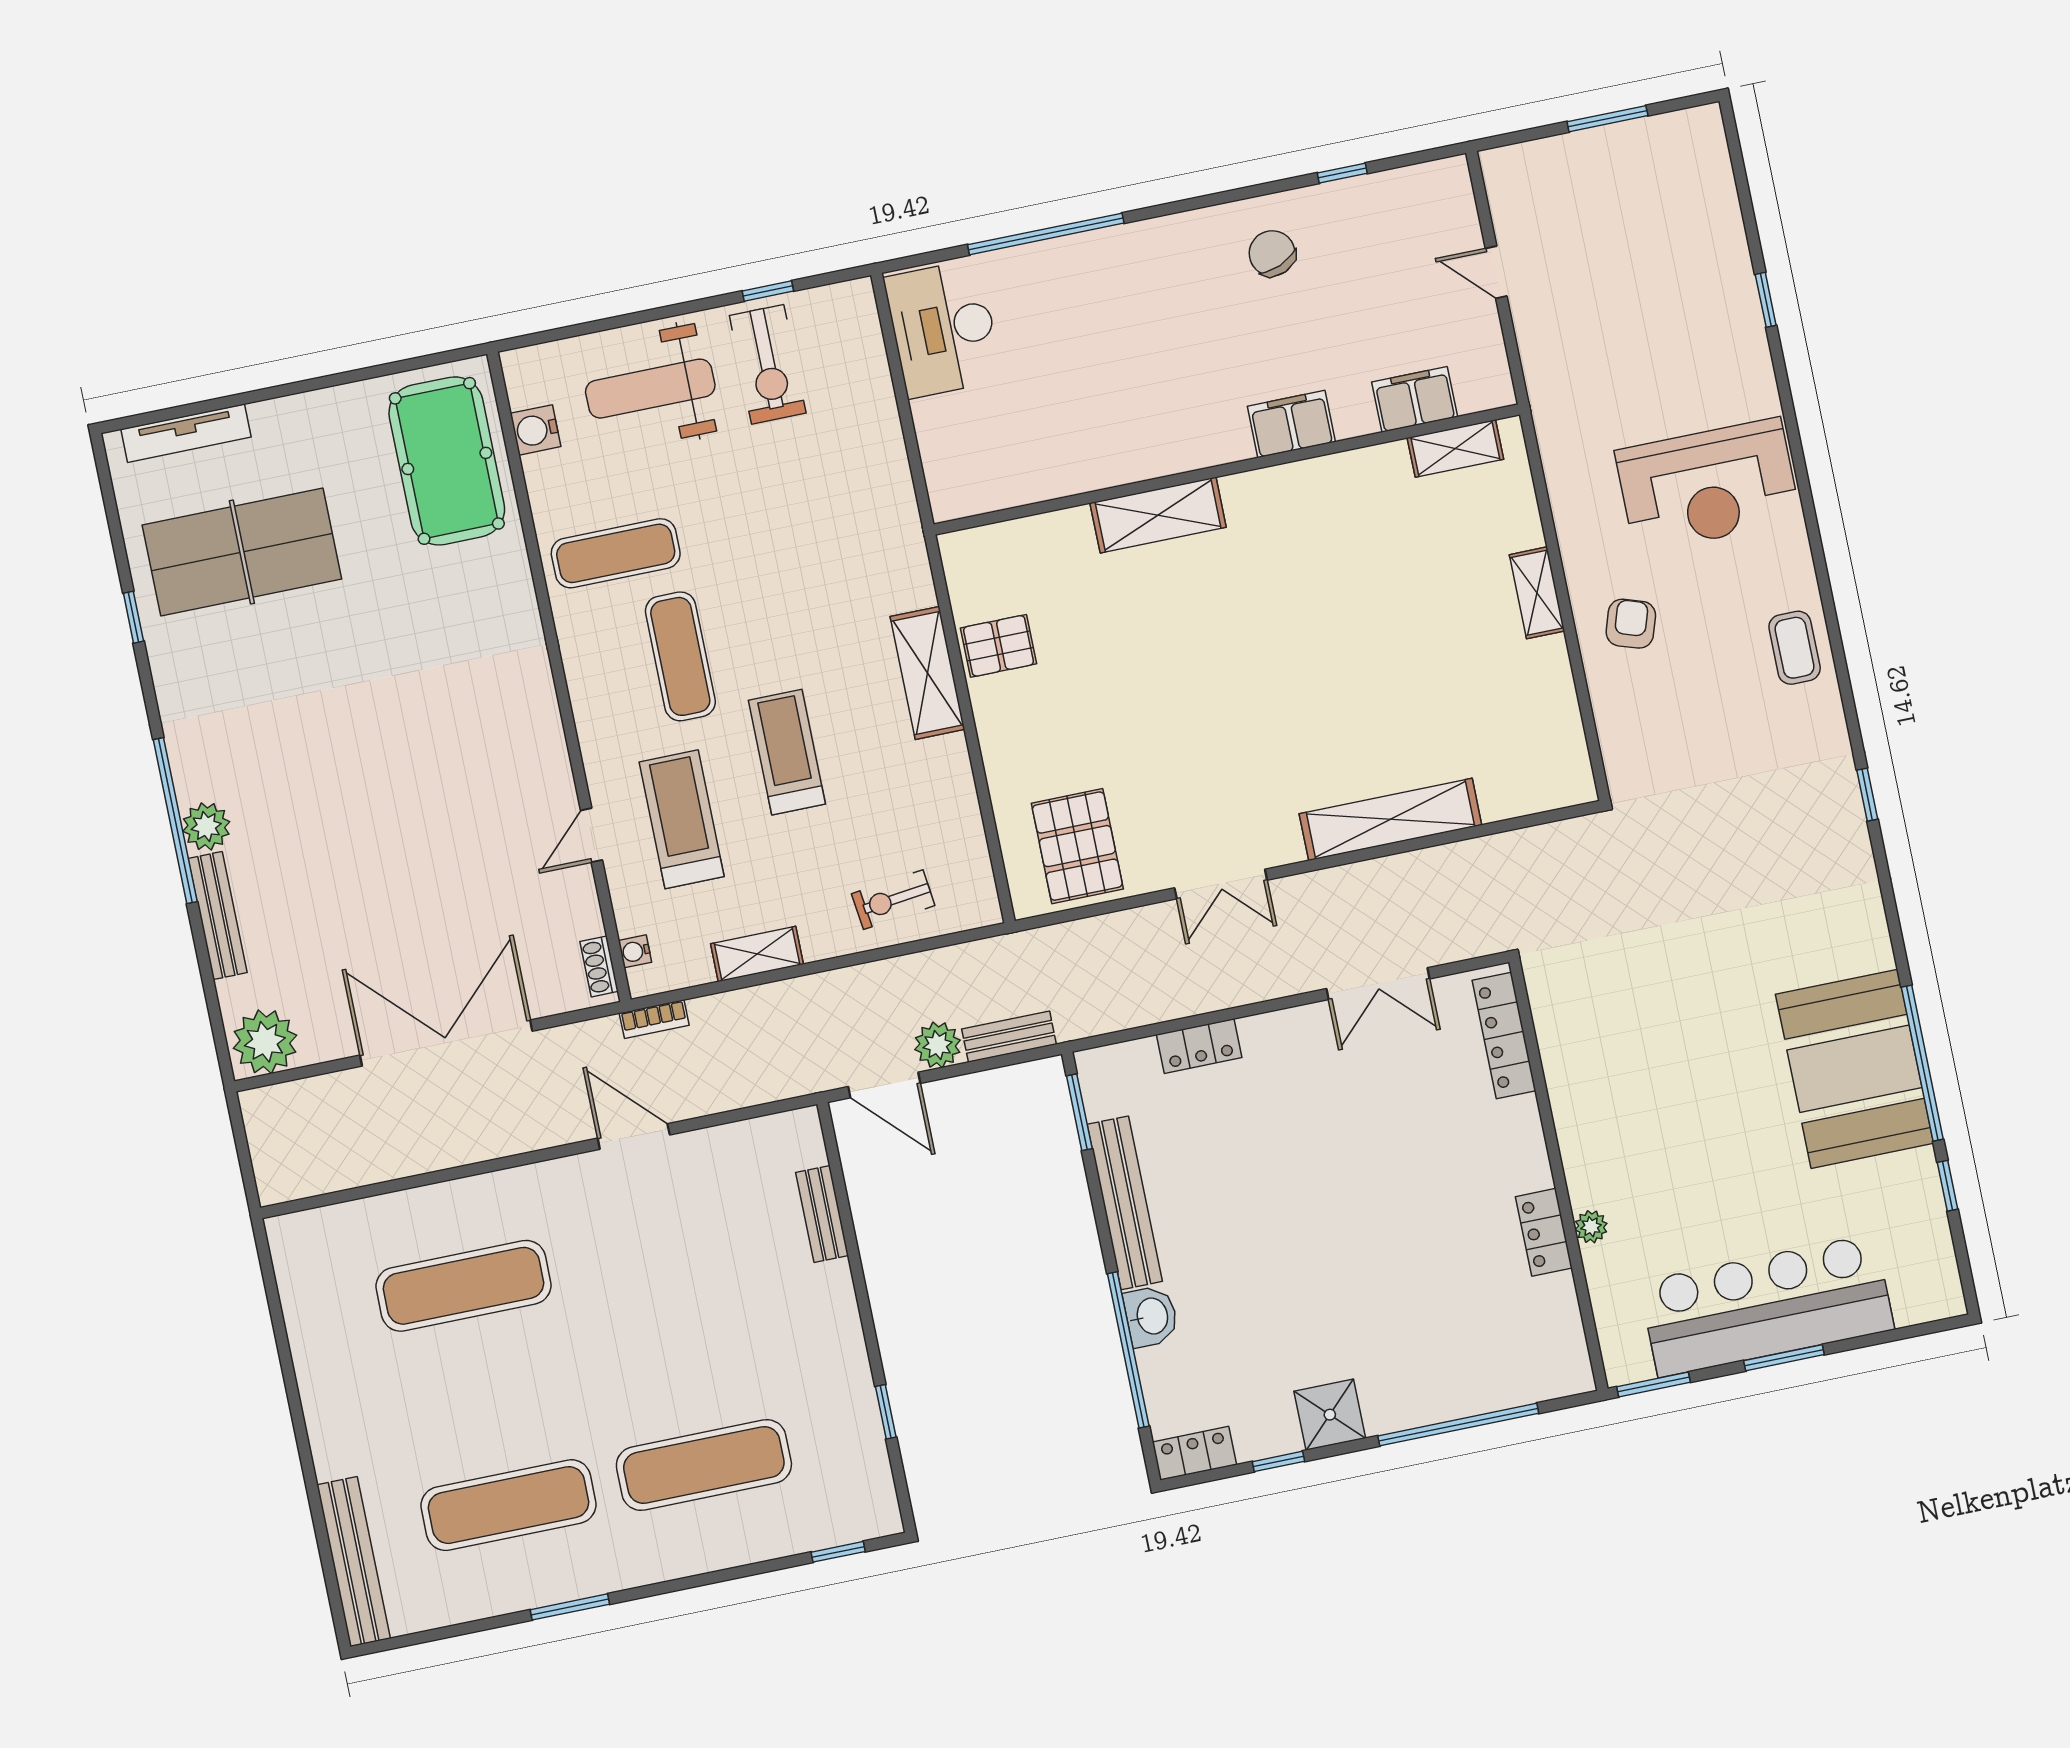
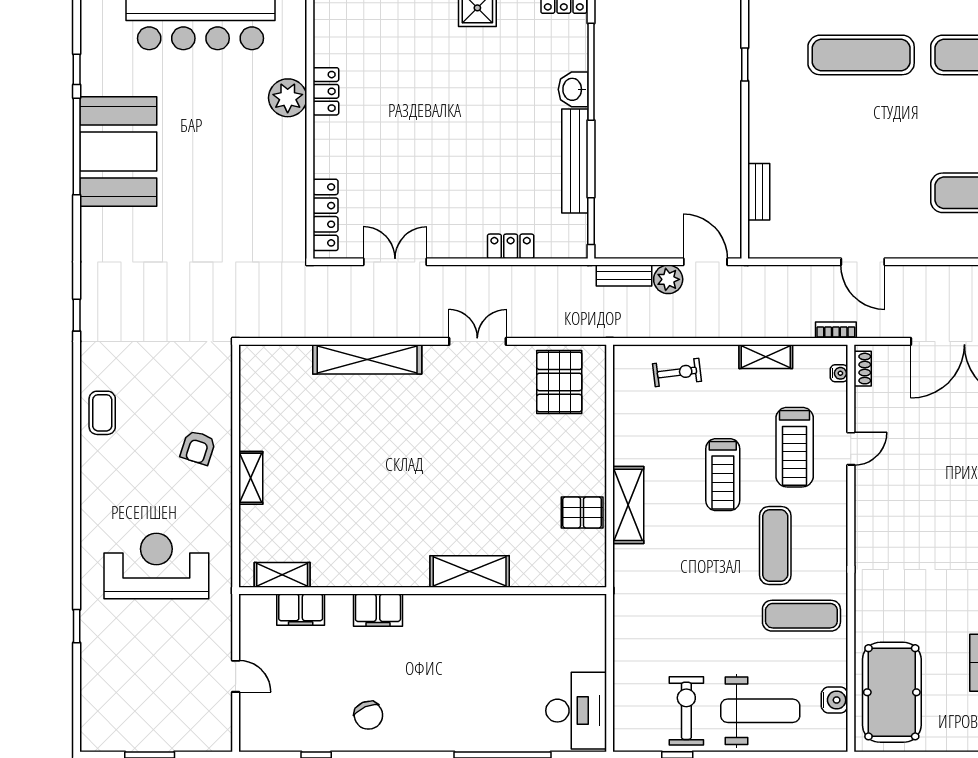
reception desk: (1708, 486) -> (156, 566), moved
plant: (1591, 1227) -> (288, 98), width x1.88, depth x1.88

